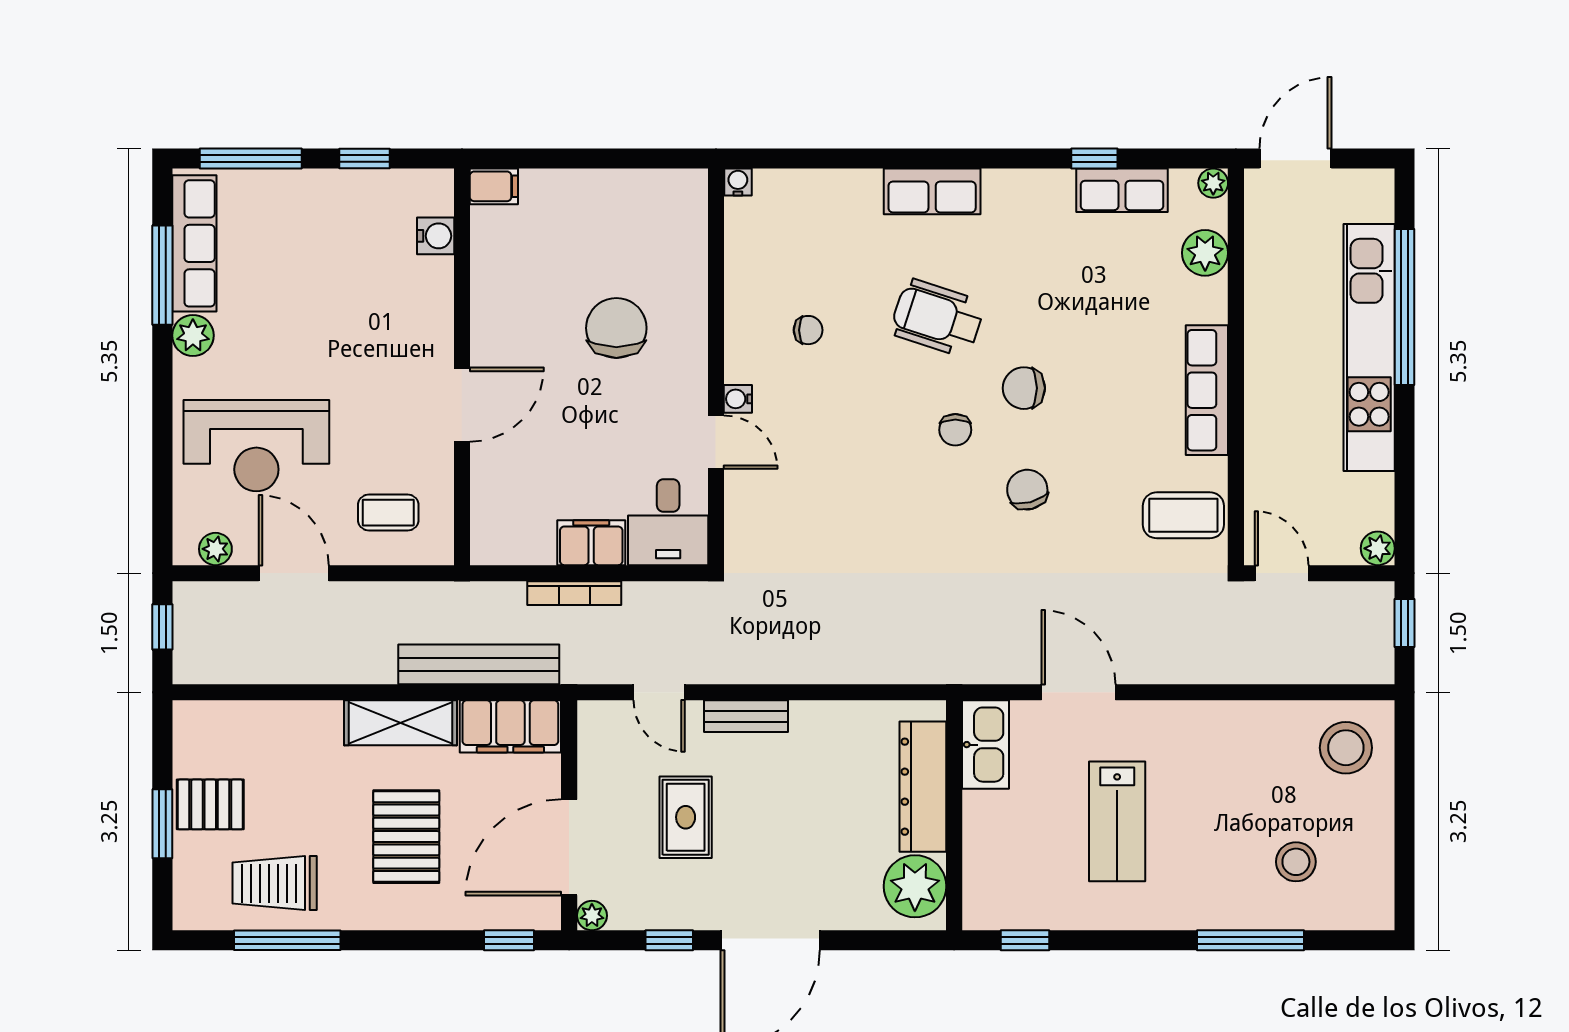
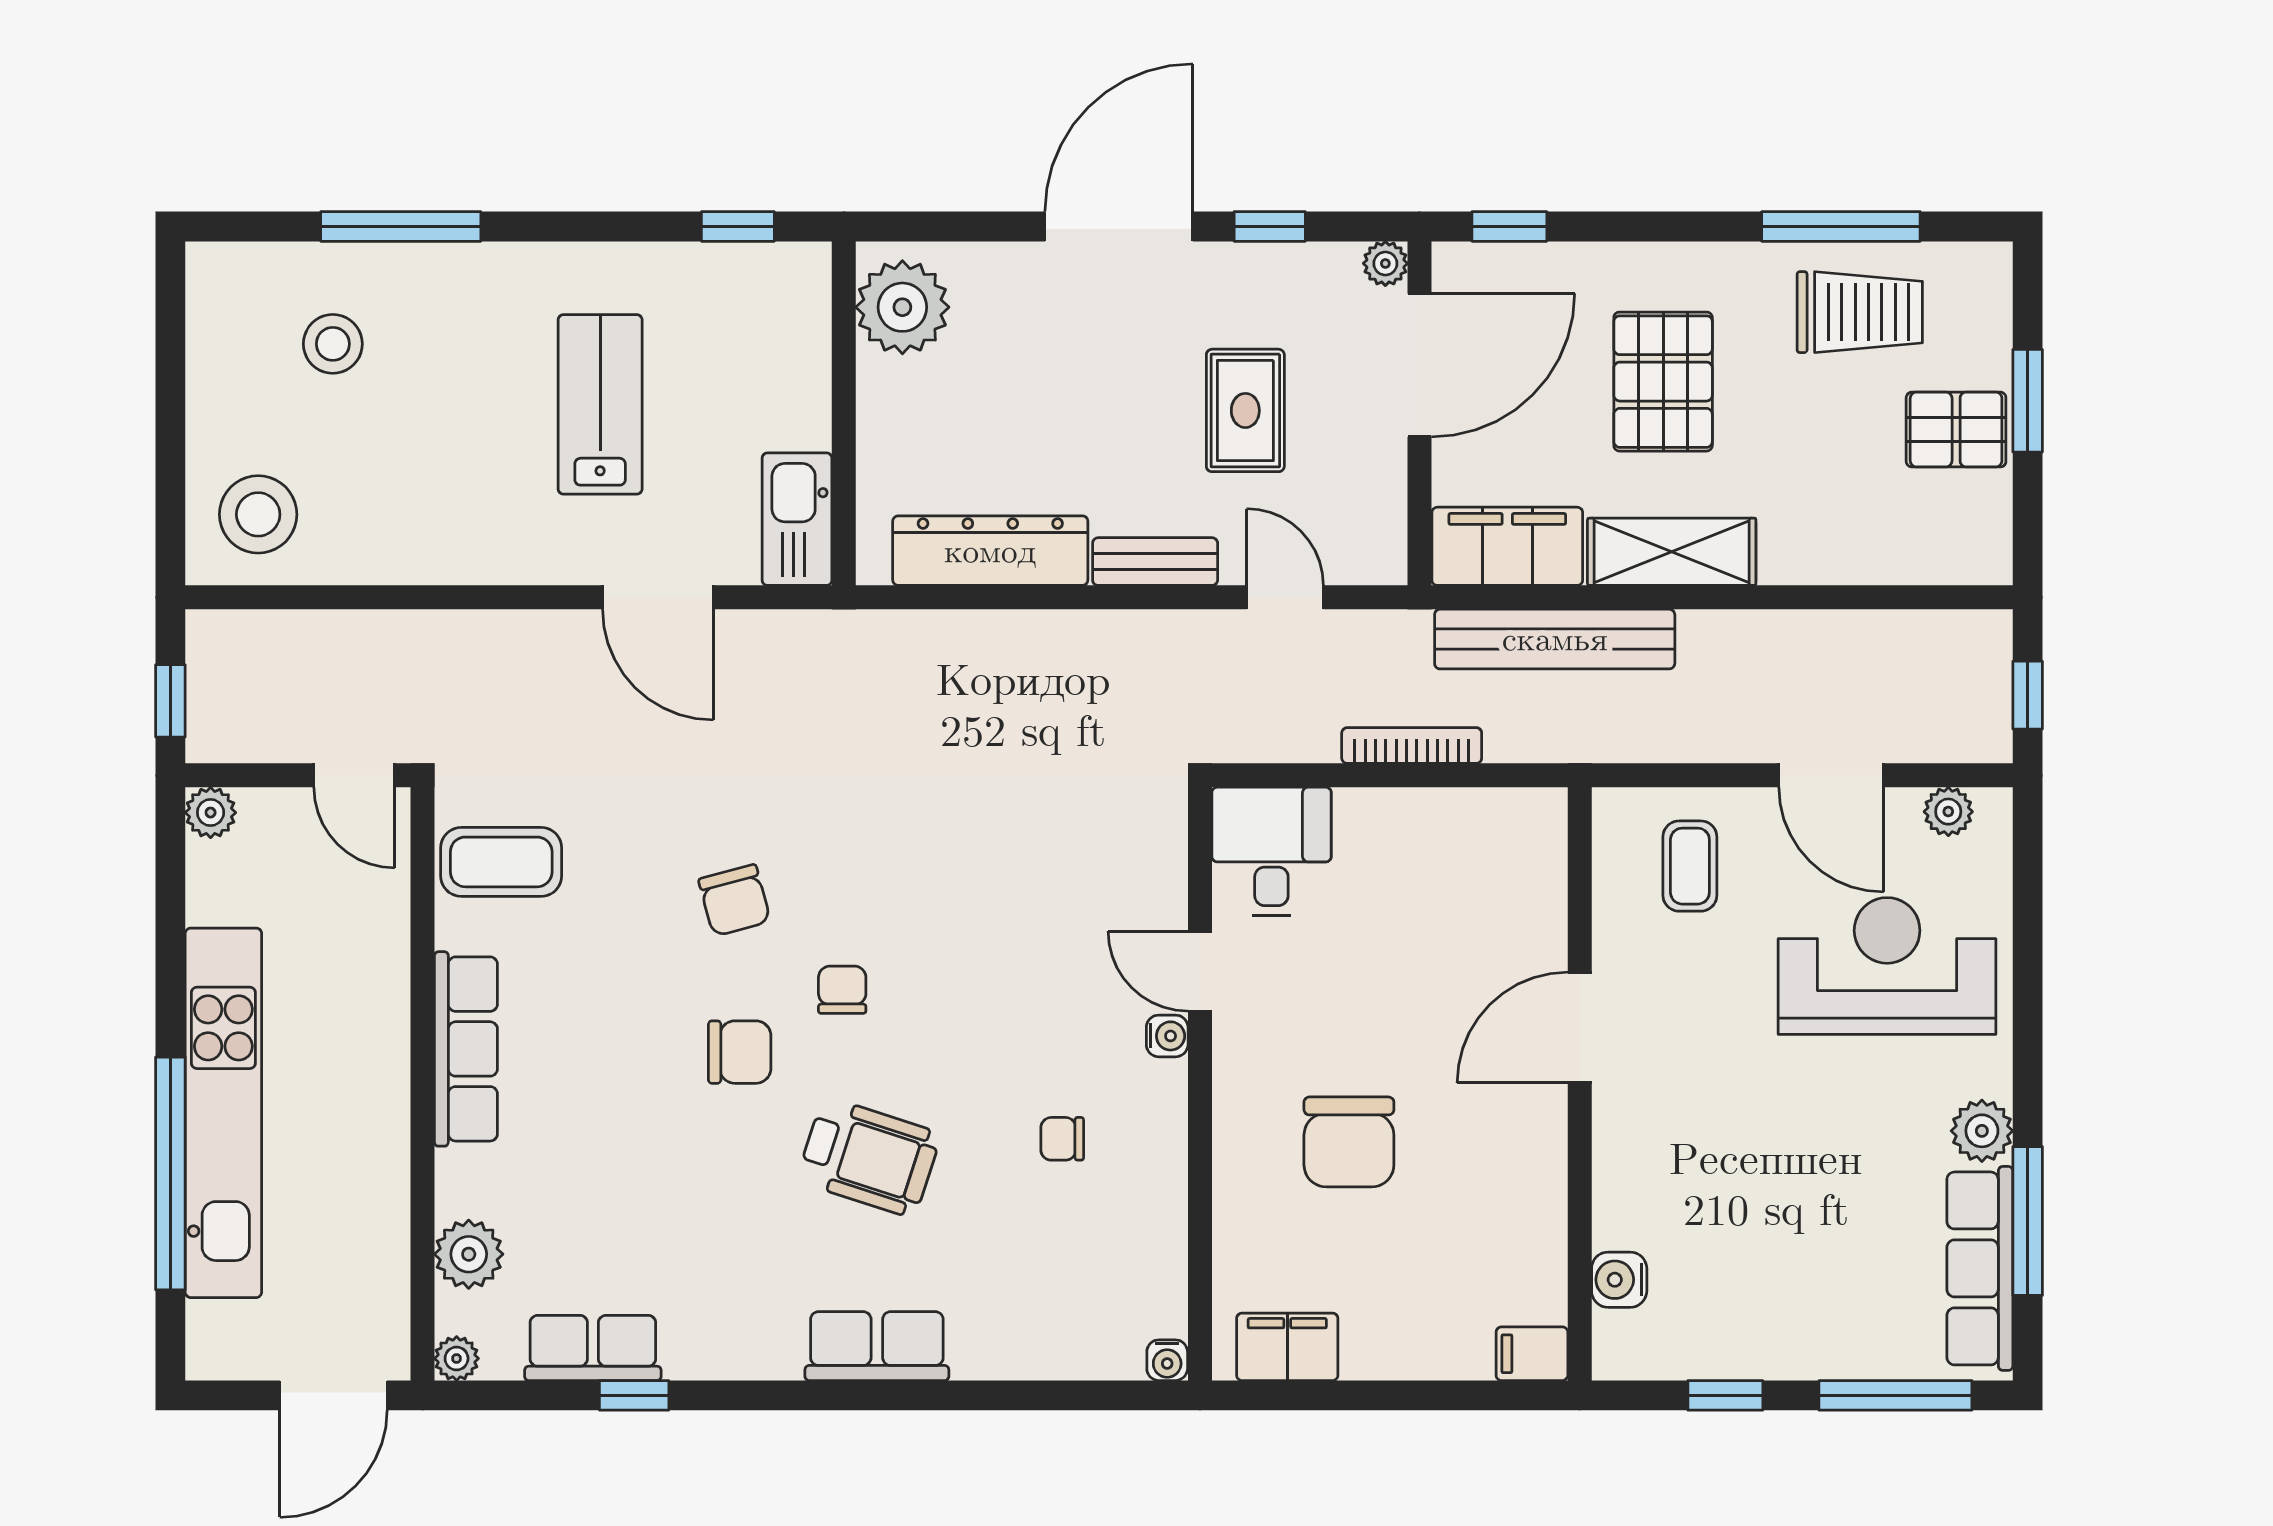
coffee table: (388, 513) -> (1690, 866), turned 90
filing cabinet: (591, 543) -> (1287, 1347), moved, turned 180
dresser: (923, 787) -> (990, 551), moved, turned -90

